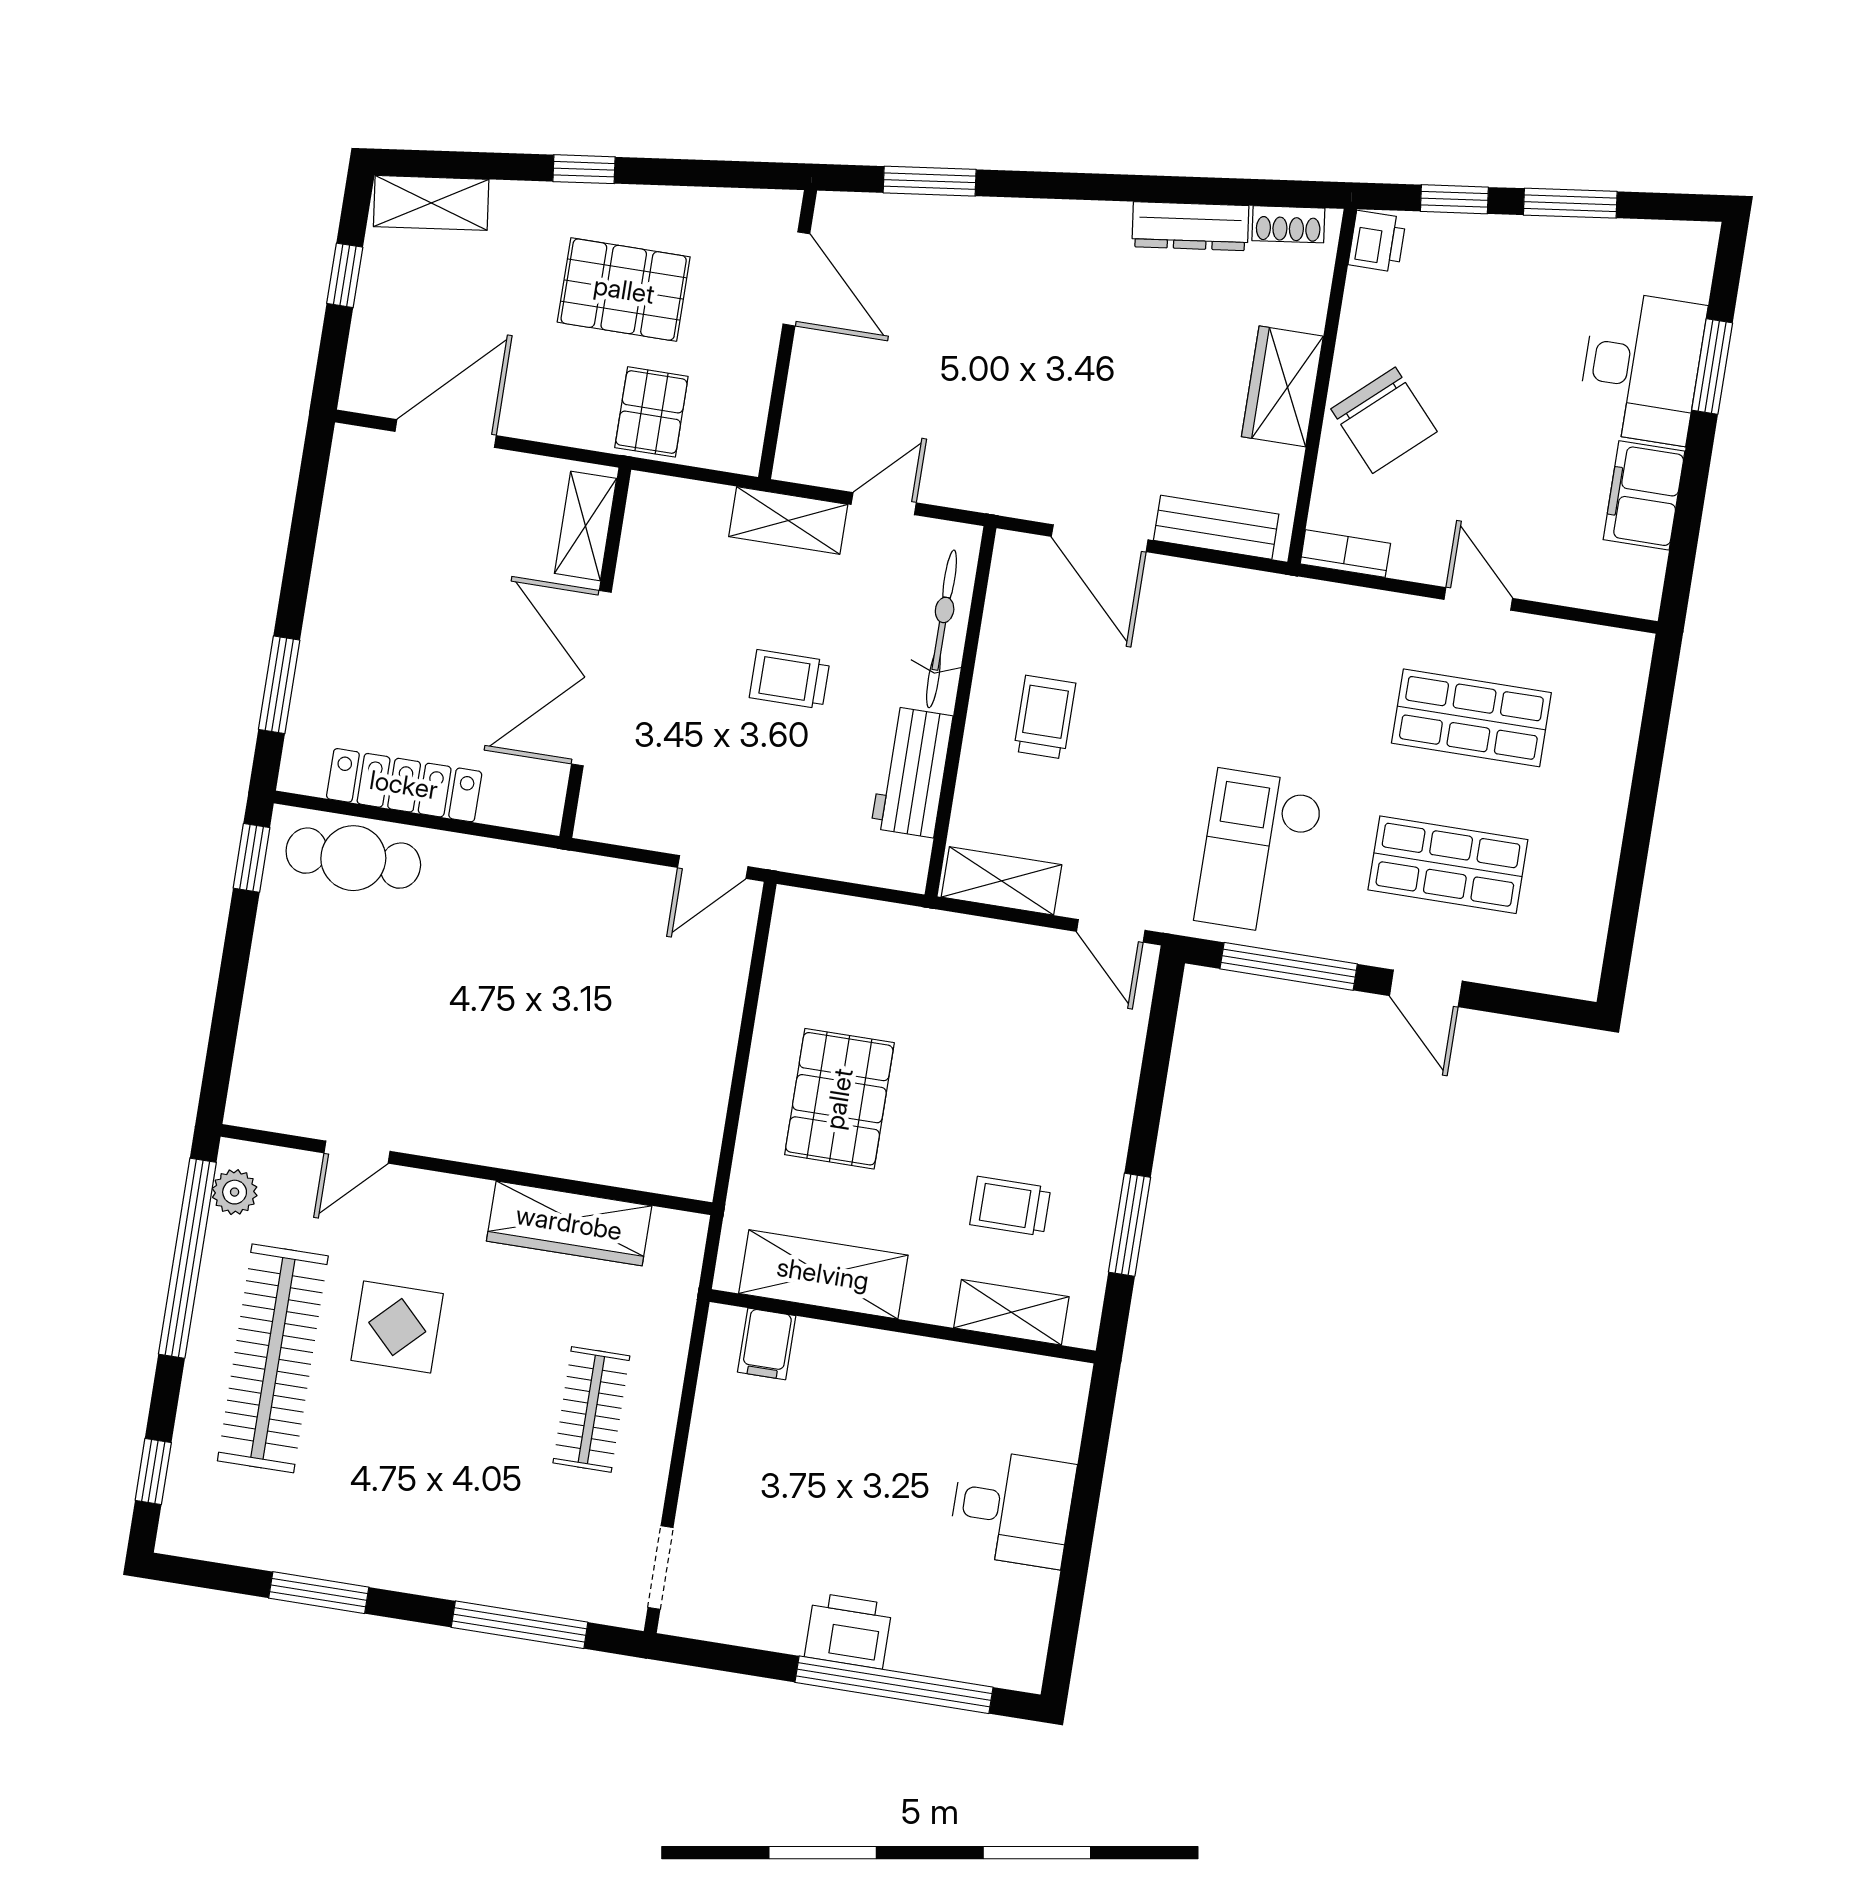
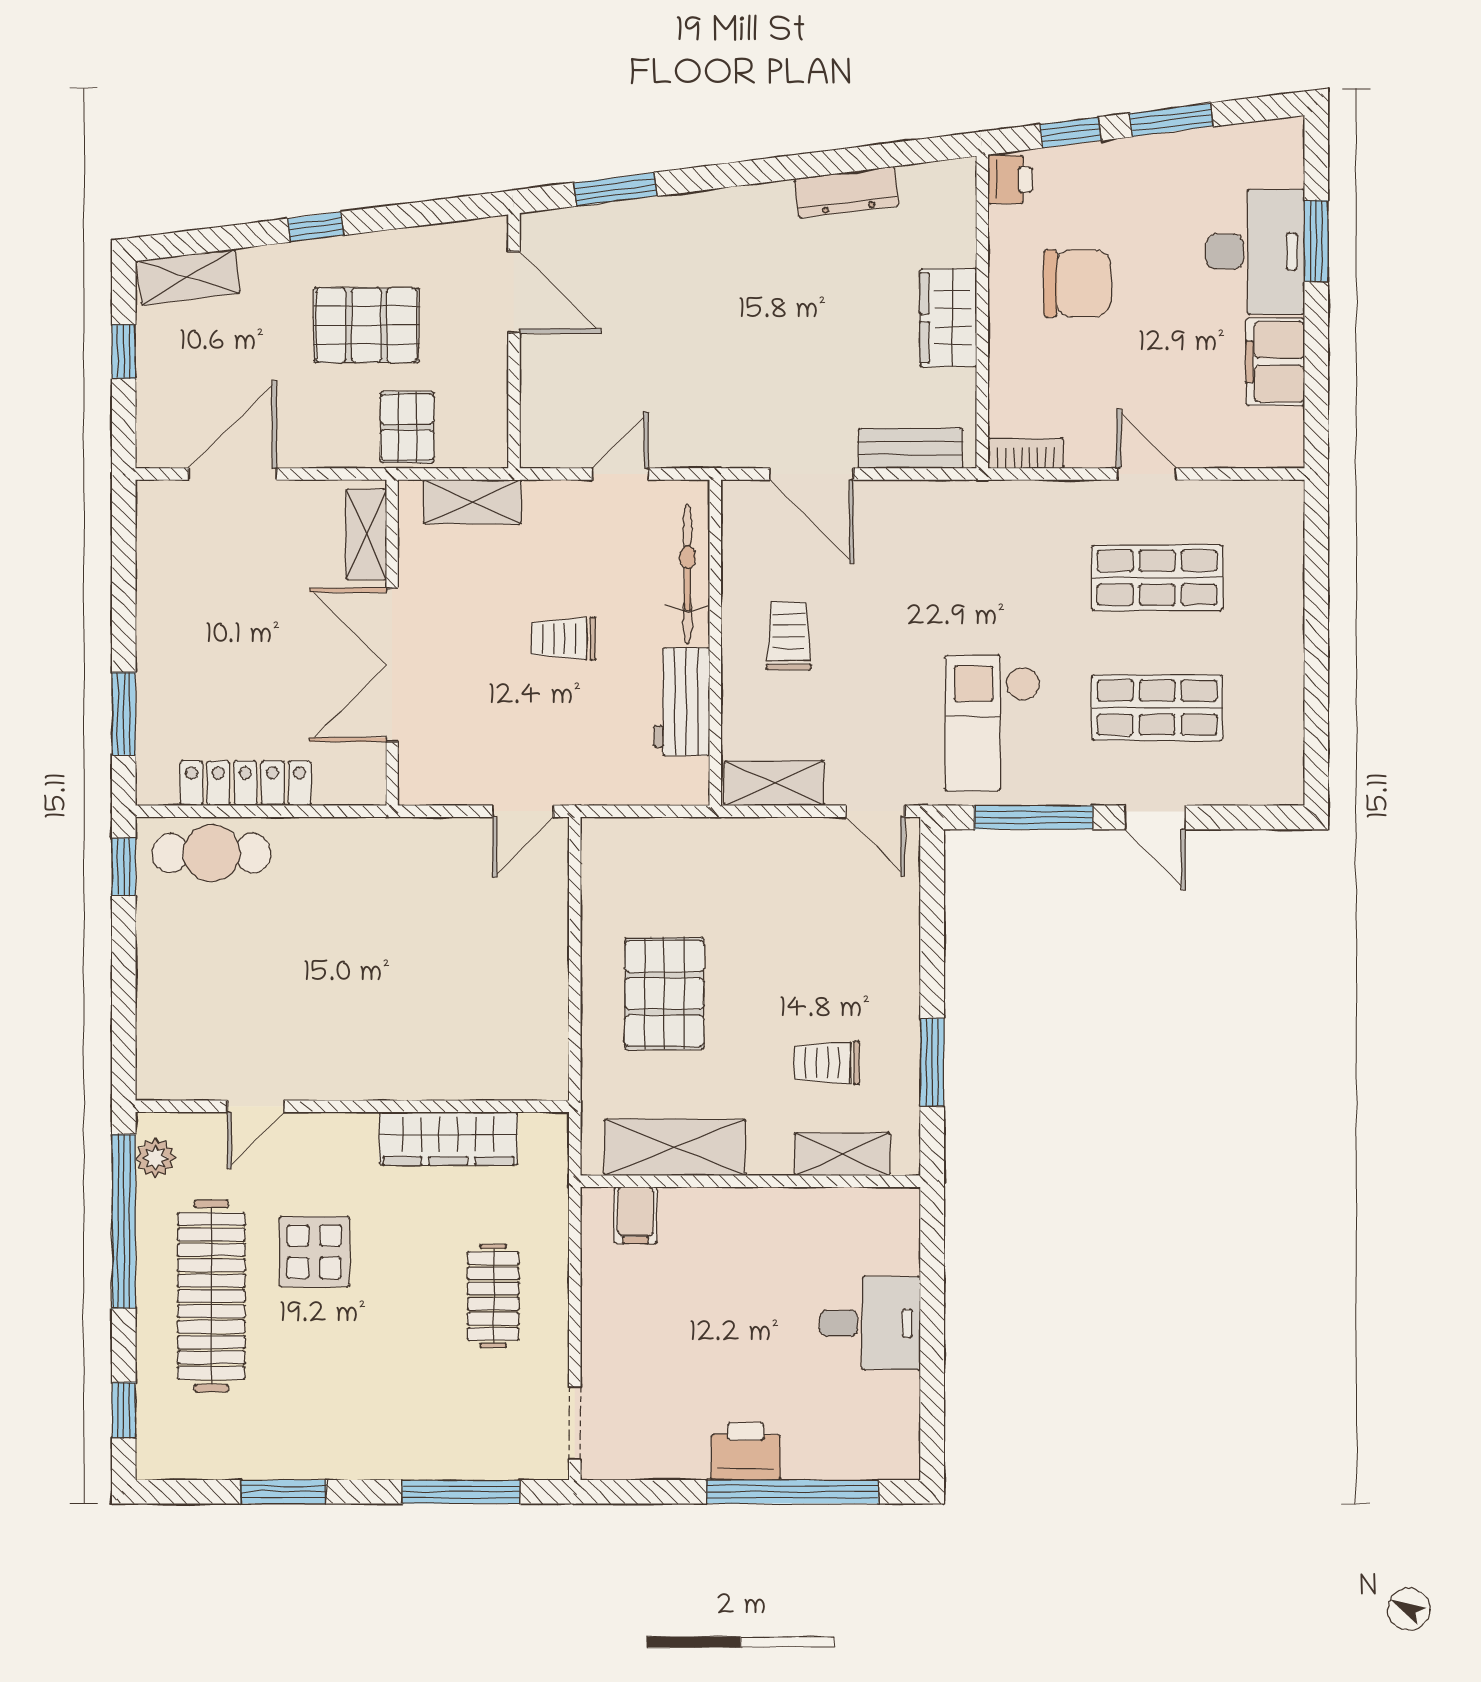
shoe rack: (1288, 224) -> (931, 177), removed
chair: (1384, 420) -> (1077, 283), moved, turned -48
shelving: (788, 520) -> (472, 502), moved

